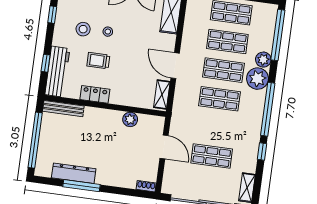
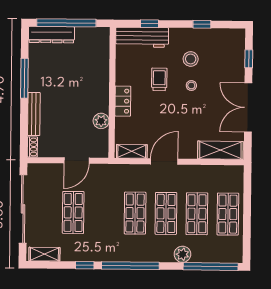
plant: (257, 79) -> (162, 251), removed
locker: (95, 94) -> (123, 101), moved
bench: (63, 109) -> (34, 114), moved
dresser: (74, 173) -> (51, 35), moved, turned 90

